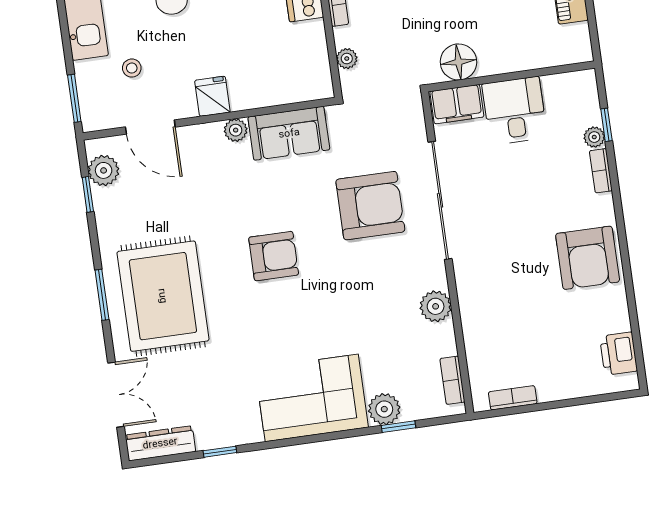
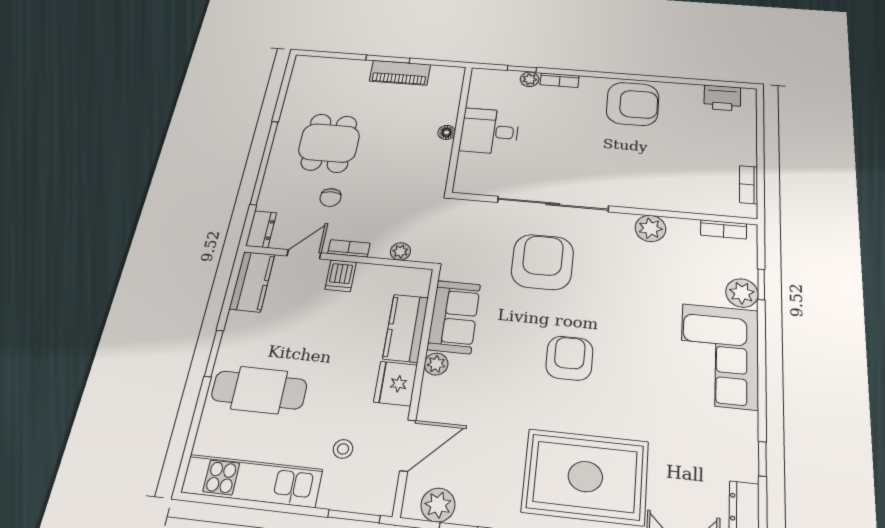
floor lamp: (458, 62) -> (447, 132), moved, width x0.53, depth x0.53
kitchen counter: (265, 90) -> (406, 328), added
fridge: (212, 96) -> (396, 383), width x1.38
filing cabinet: (457, 104) -> (470, 173), removed

